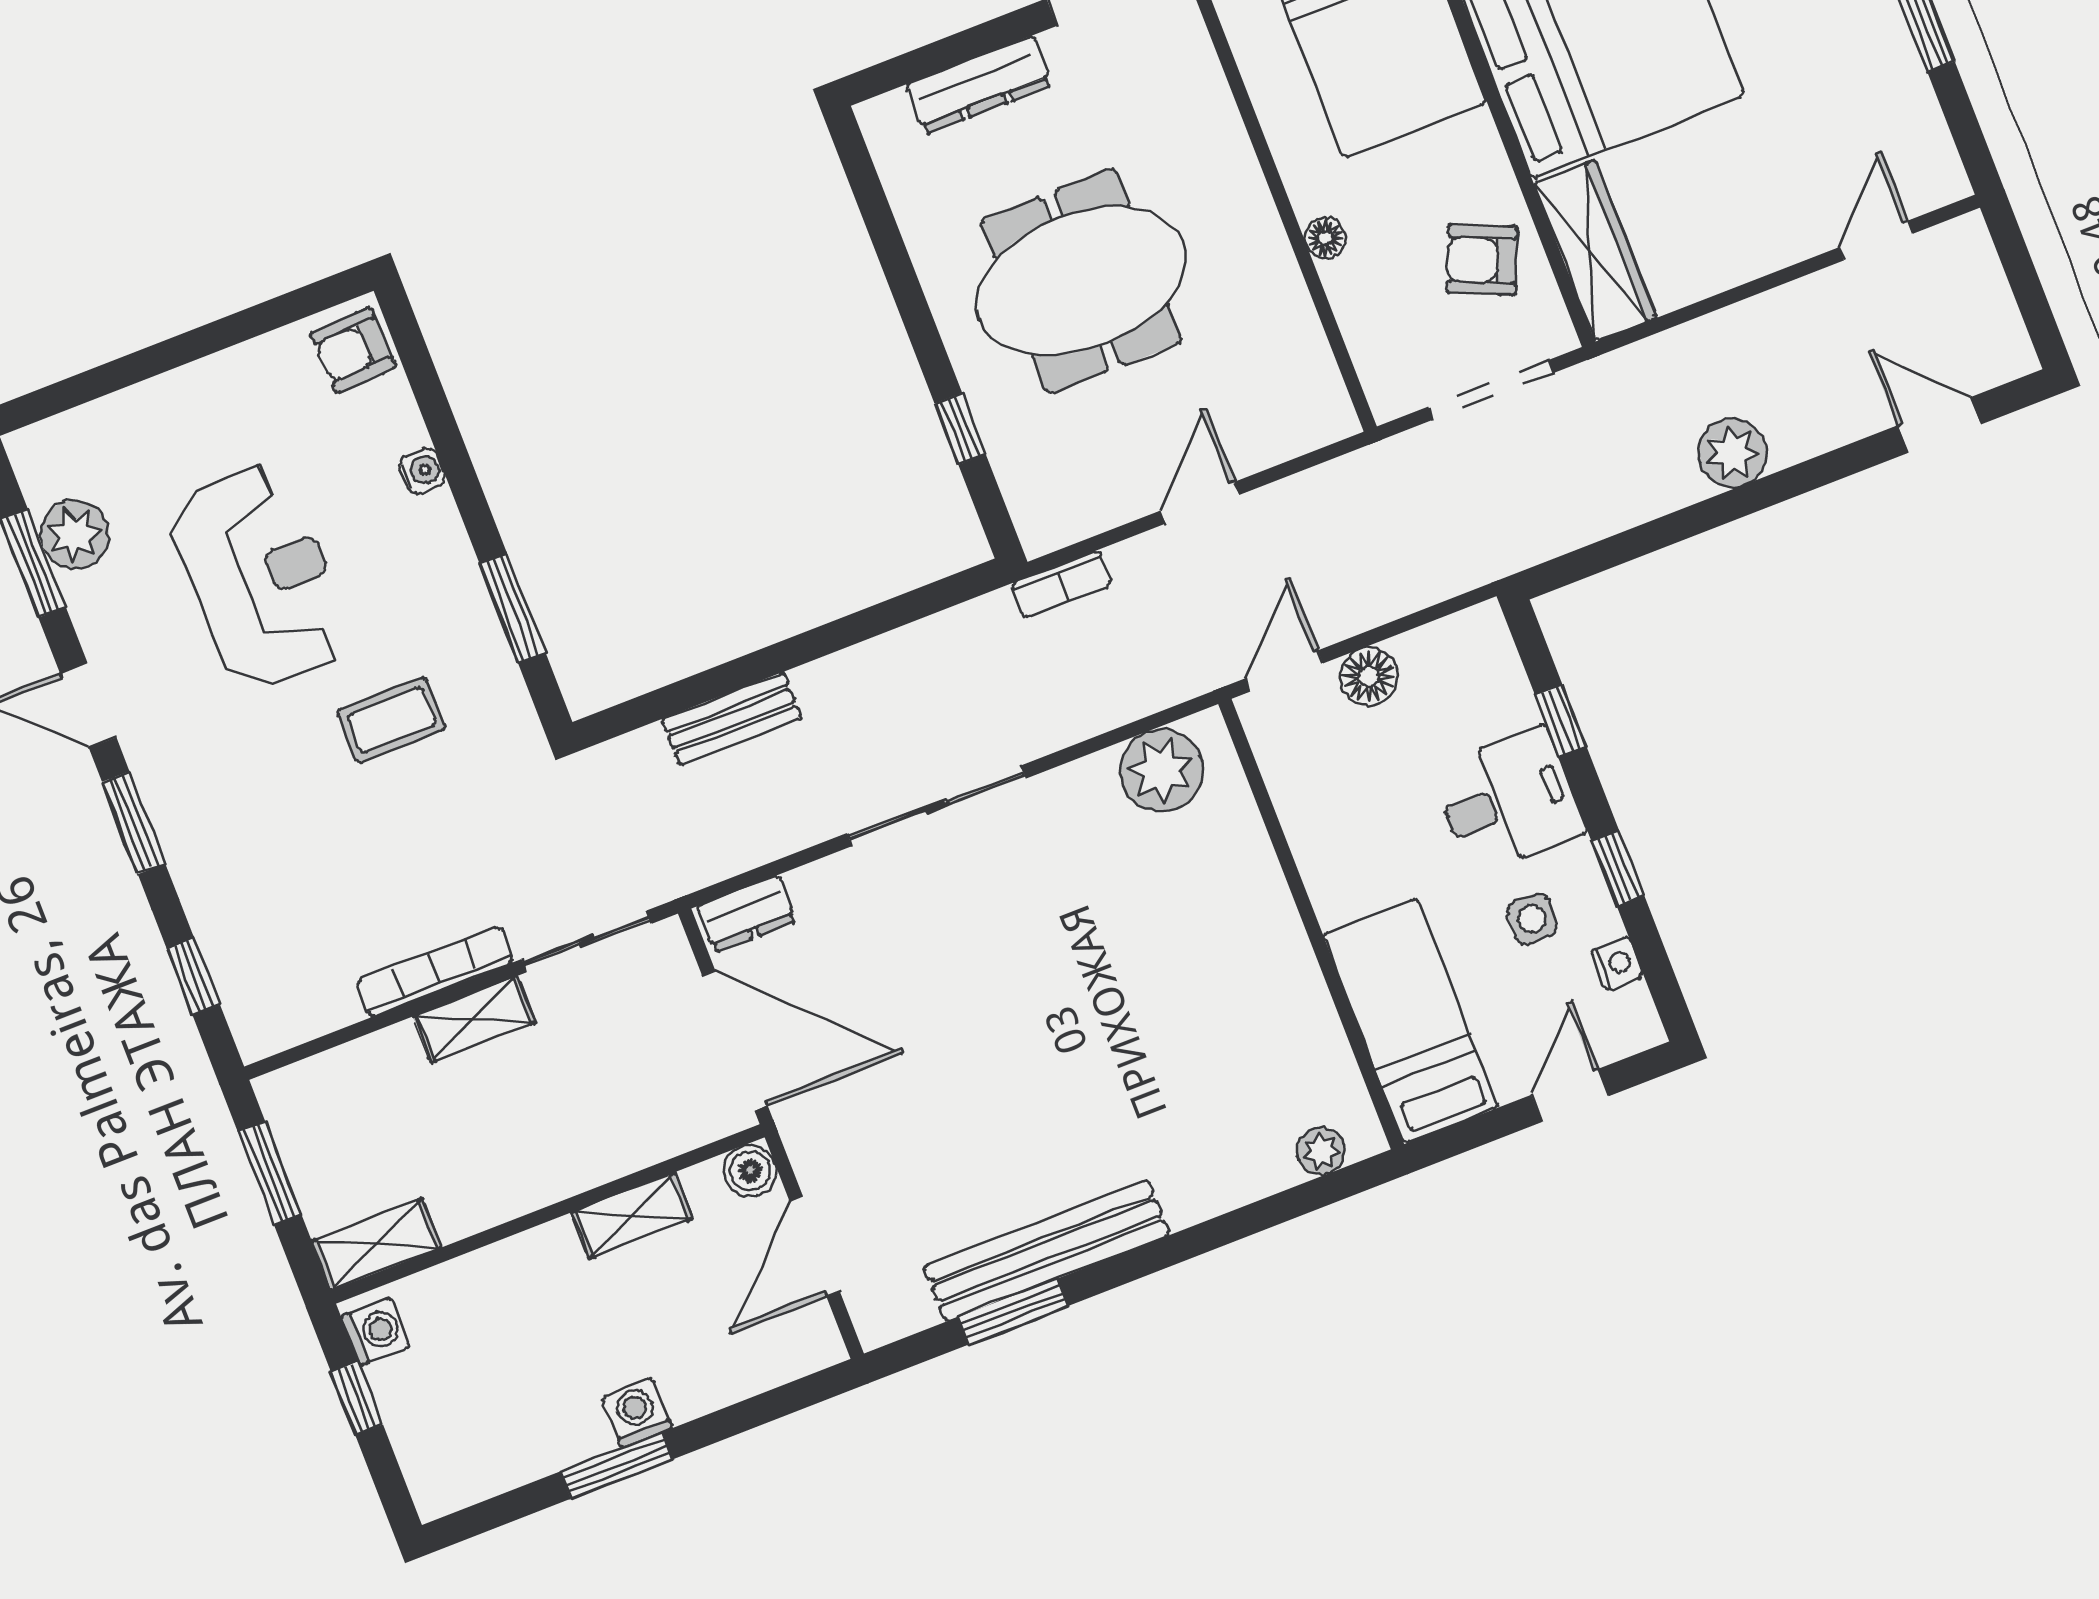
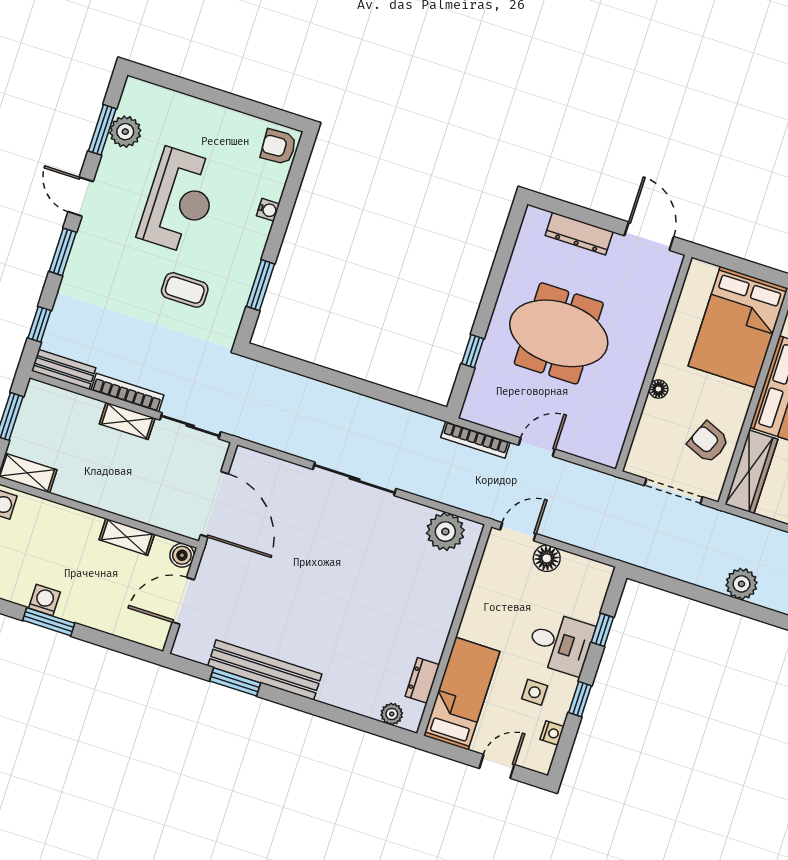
bookcase: (1062, 584) -> (475, 440), width x1.56
bench: (731, 719) -> (64, 369), moved
dresser: (747, 914) -> (422, 680), moved, turned 90
washing machine: (637, 1412) -> (44, 600), moved

